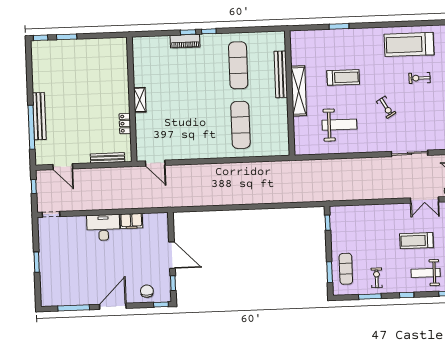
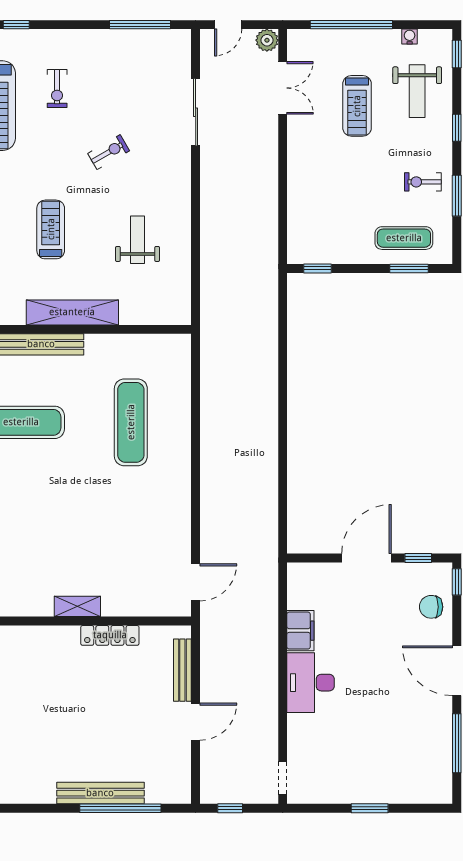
locker: (125, 124) -> (110, 635), width x1.53
exercise mat: (240, 125) -> (131, 422), turned 90
weight bench: (339, 125) -> (138, 240), width x0.73, depth x0.75
door: (63, 167) -> (196, 722), moved

